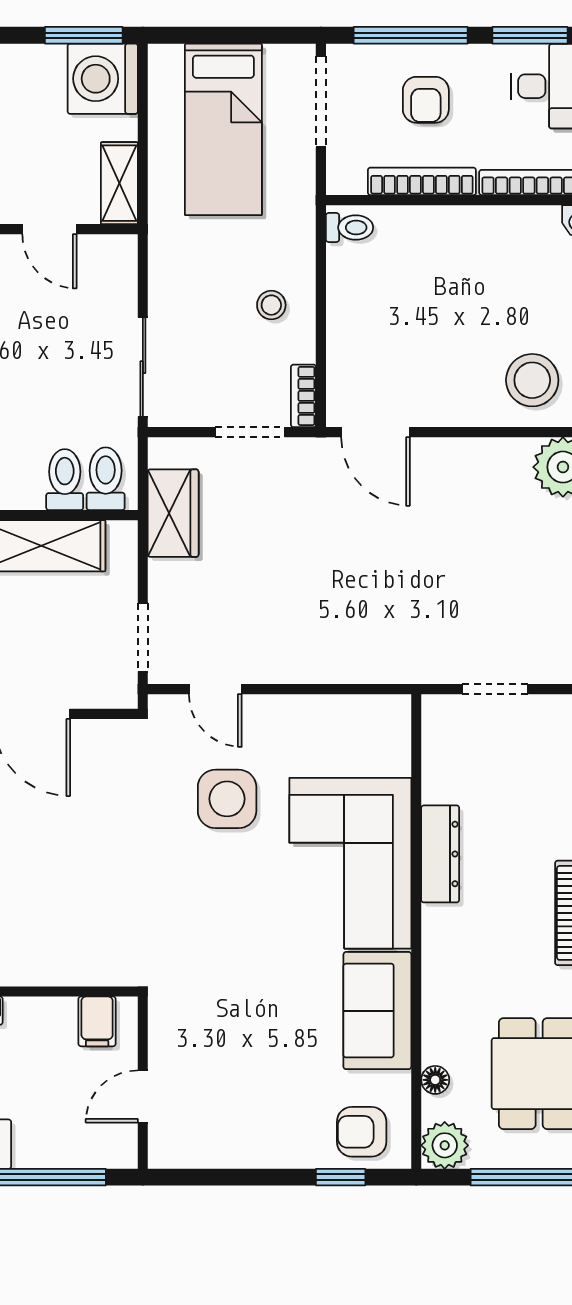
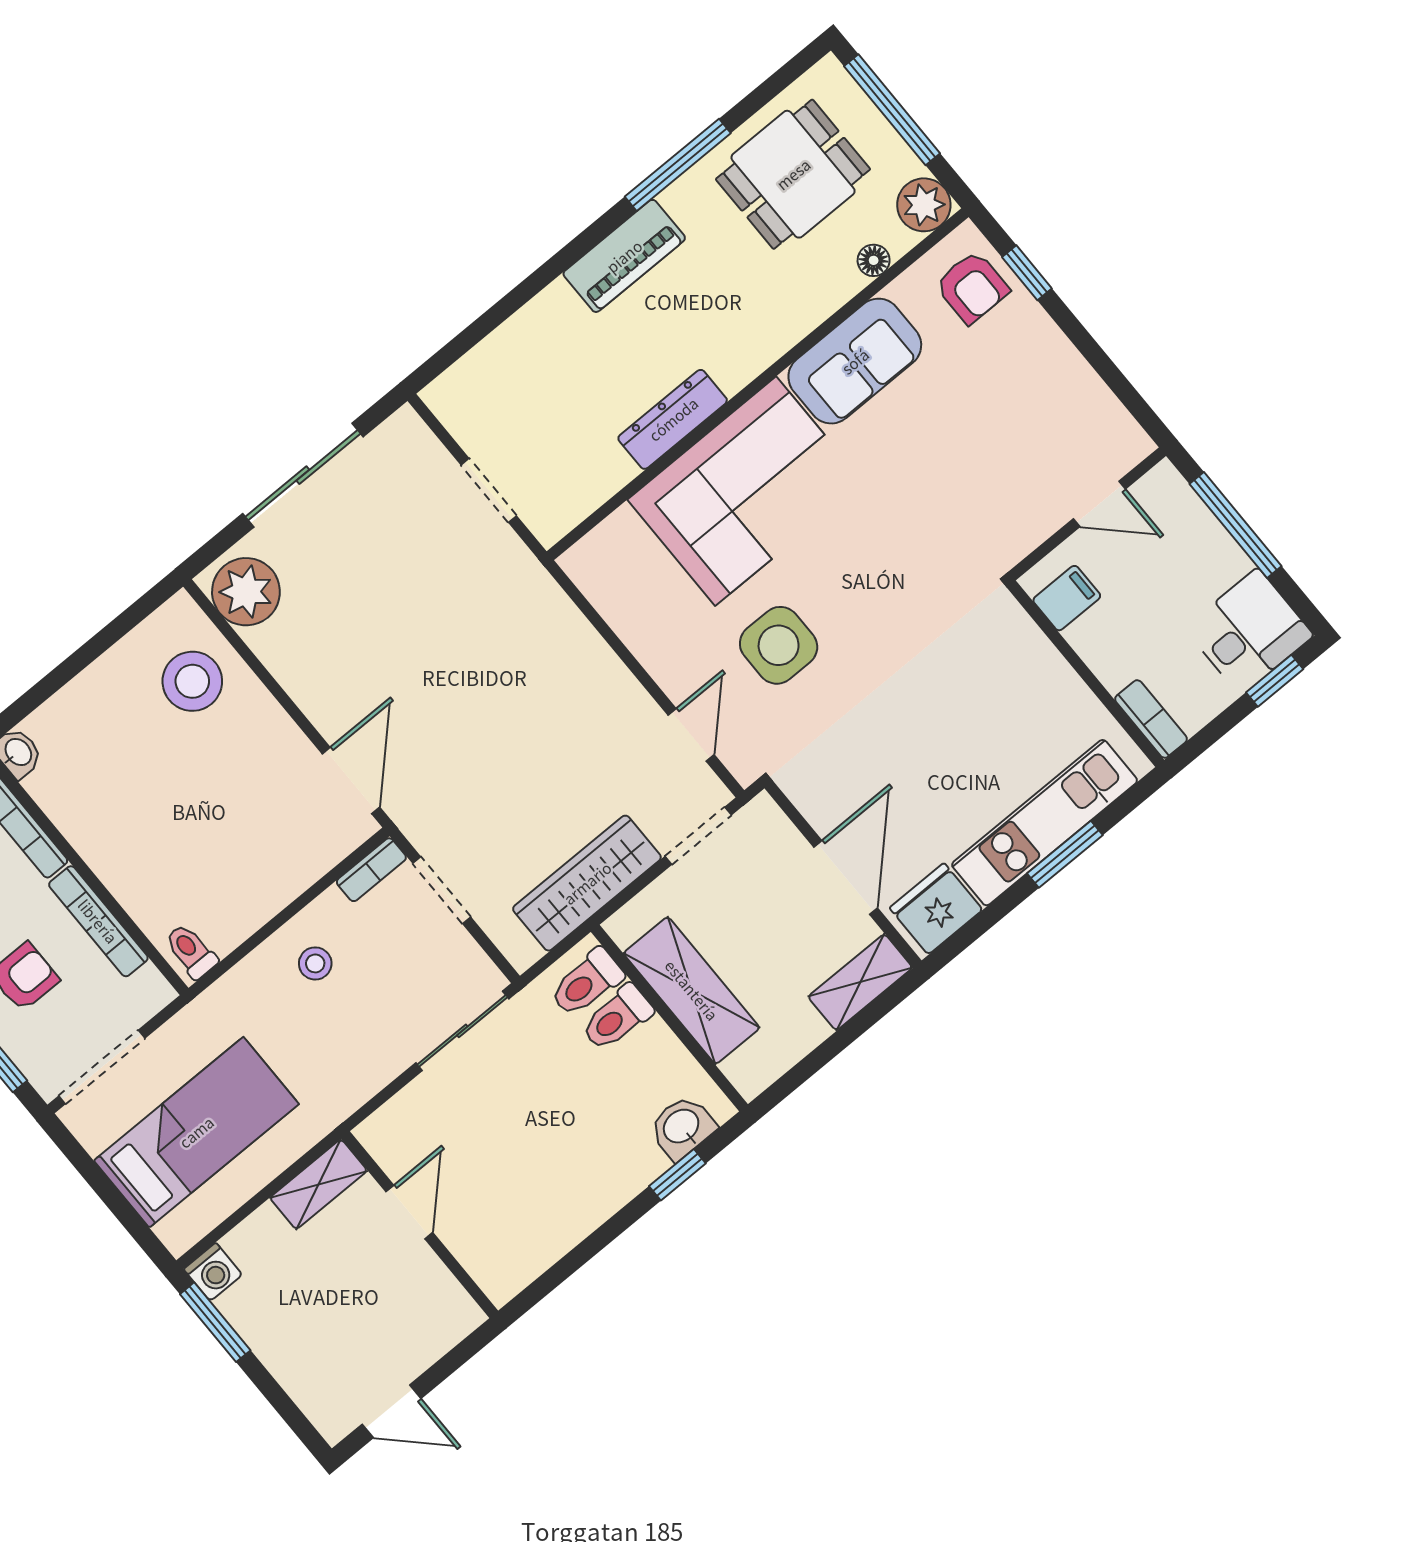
washing machine: (103, 79) -> (213, 1272), width x0.53, depth x0.53
wardrobe: (173, 513) -> (587, 883), width x1.50

